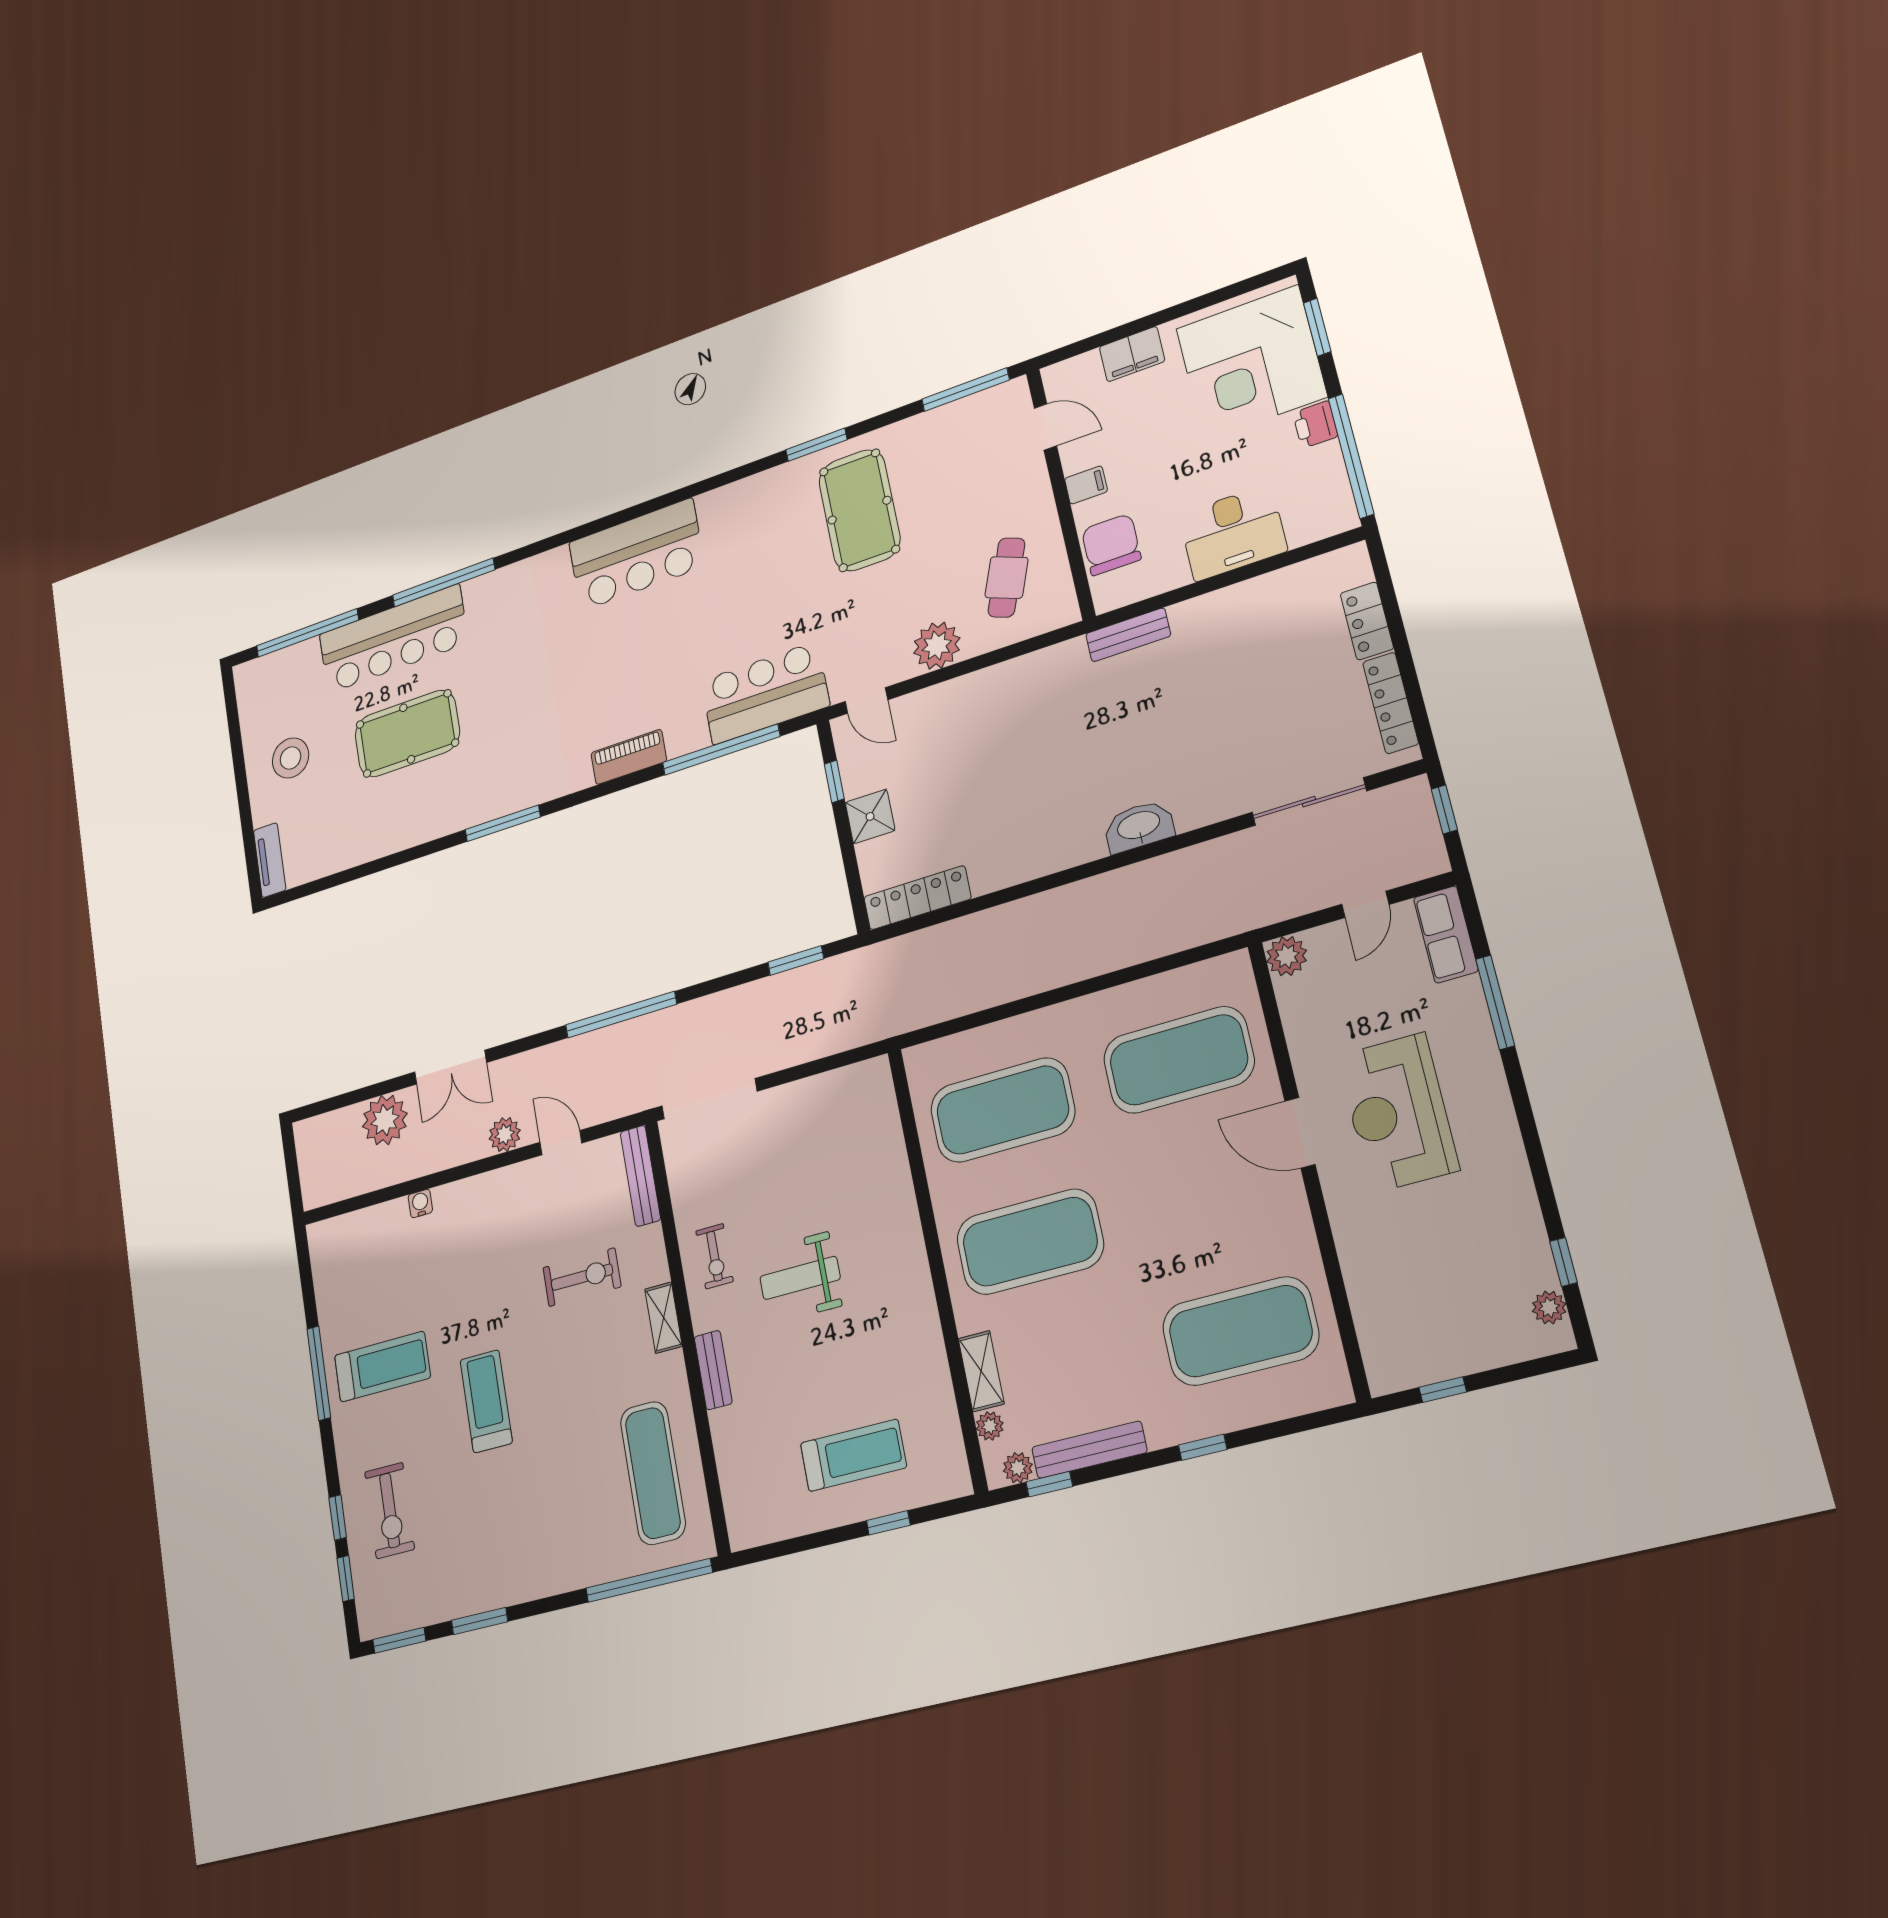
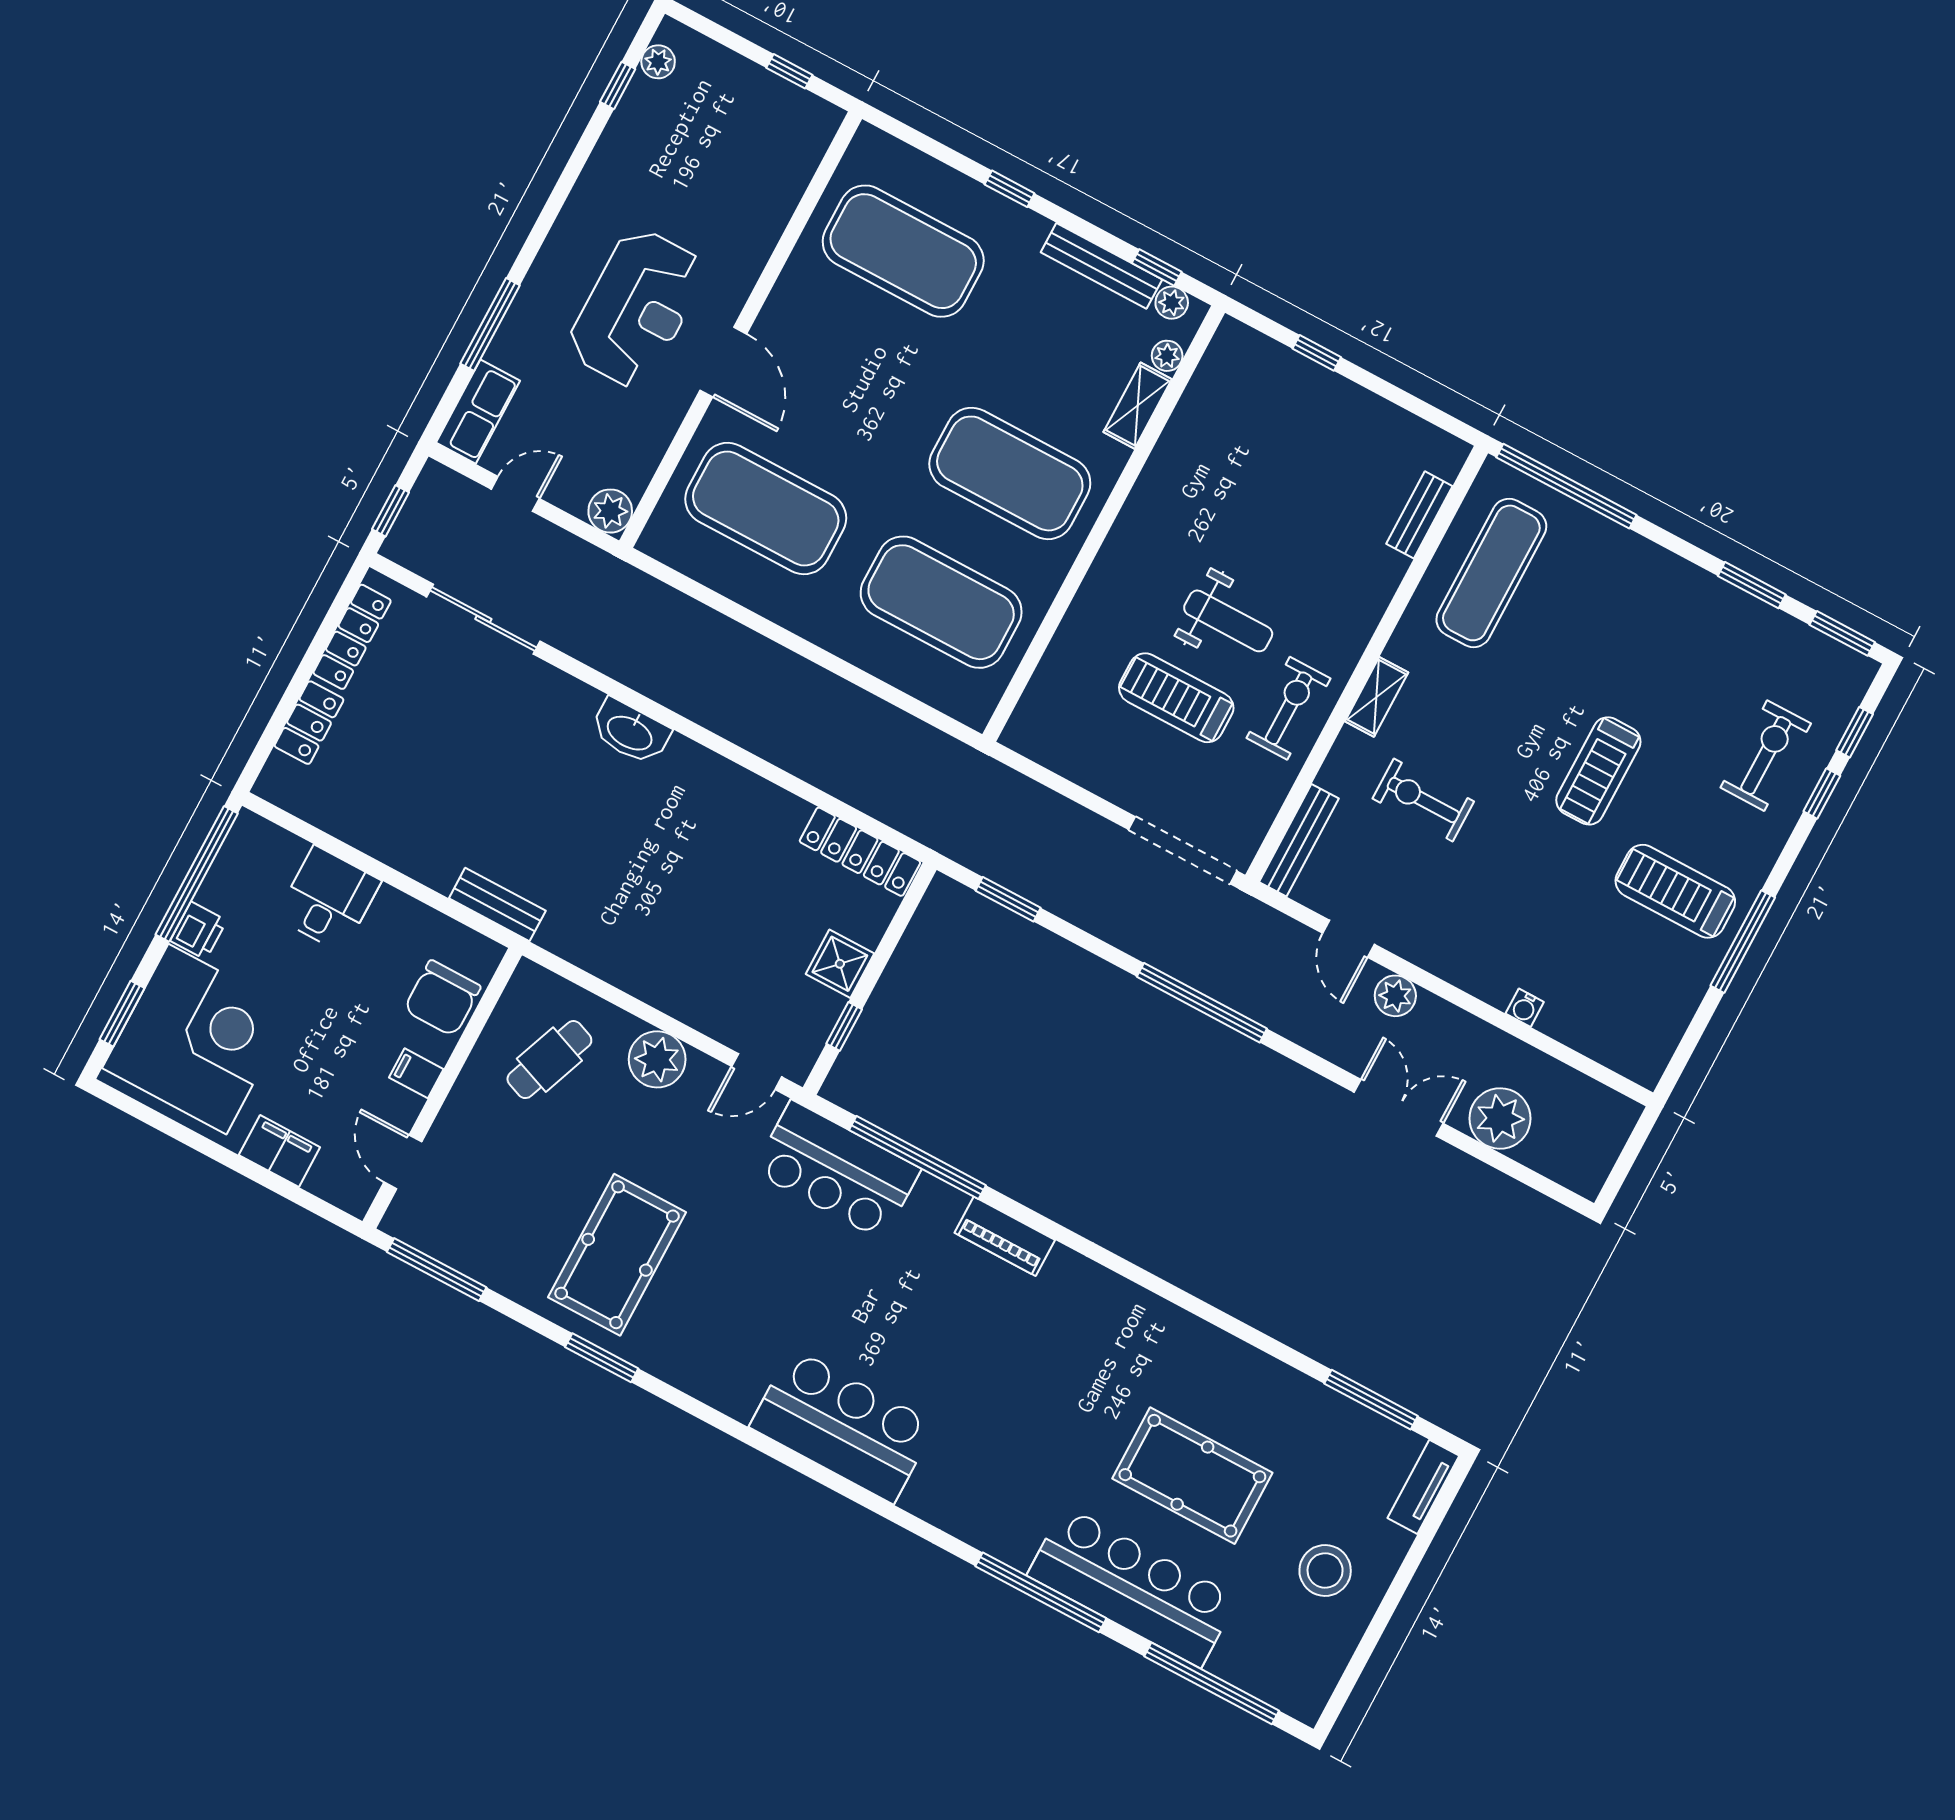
desk: (1233, 533) -> (328, 899), width x0.73
door: (866, 701) -> (757, 1072), swing flipped
window: (503, 823) -> (1371, 1400), moved
exercise bike: (714, 1256) -> (1288, 708), width x1.38, depth x1.39
bench: (713, 1370) -> (1419, 515), moved
treadmill: (853, 1455) -> (1176, 698), moved

